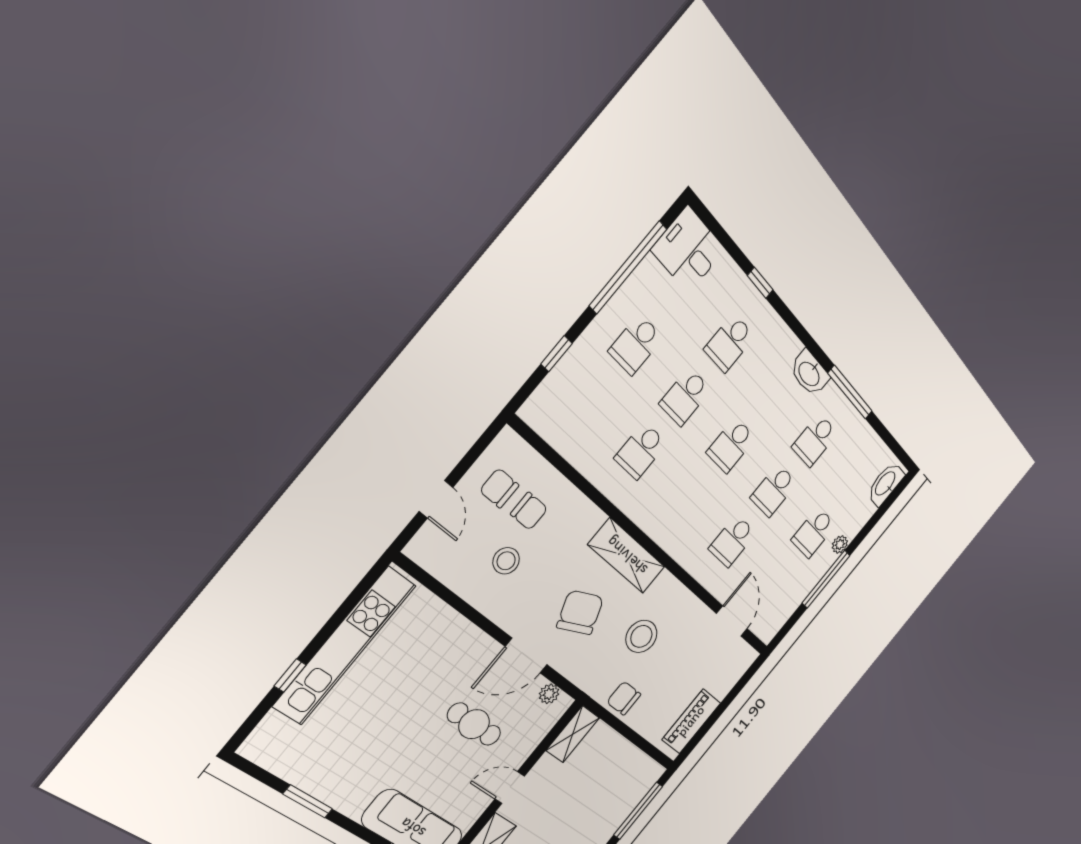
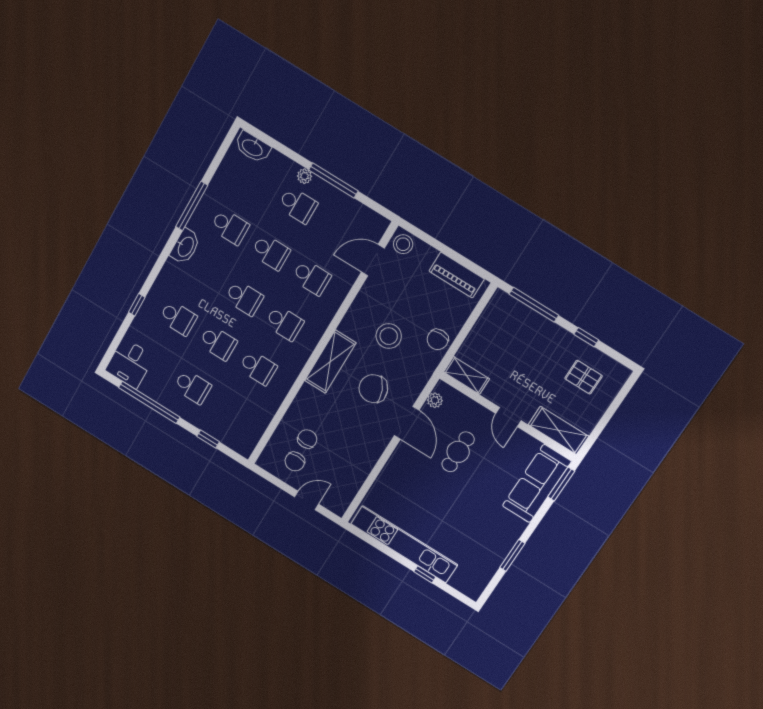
school desk: (688, 498) -> (284, 323), added
stool: (506, 561) -> (403, 244), moved

